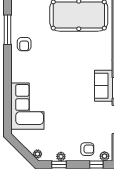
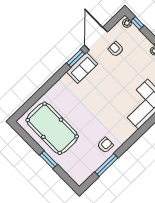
armchair: (87, 149) -> (116, 49), moved

